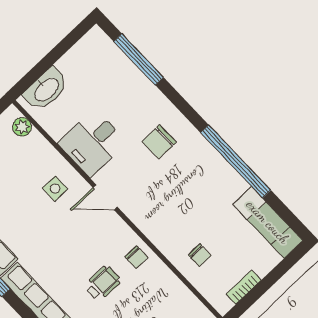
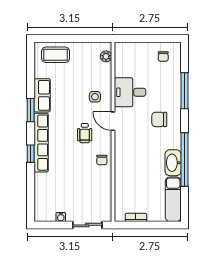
window: (139, 59) -> (184, 91), moved
washbasin: (46, 89) -> (173, 163), moved, turned 90
chair: (200, 255) -> (163, 56), moved
wheelchair: (103, 283) -> (85, 133), moved, turned 90

